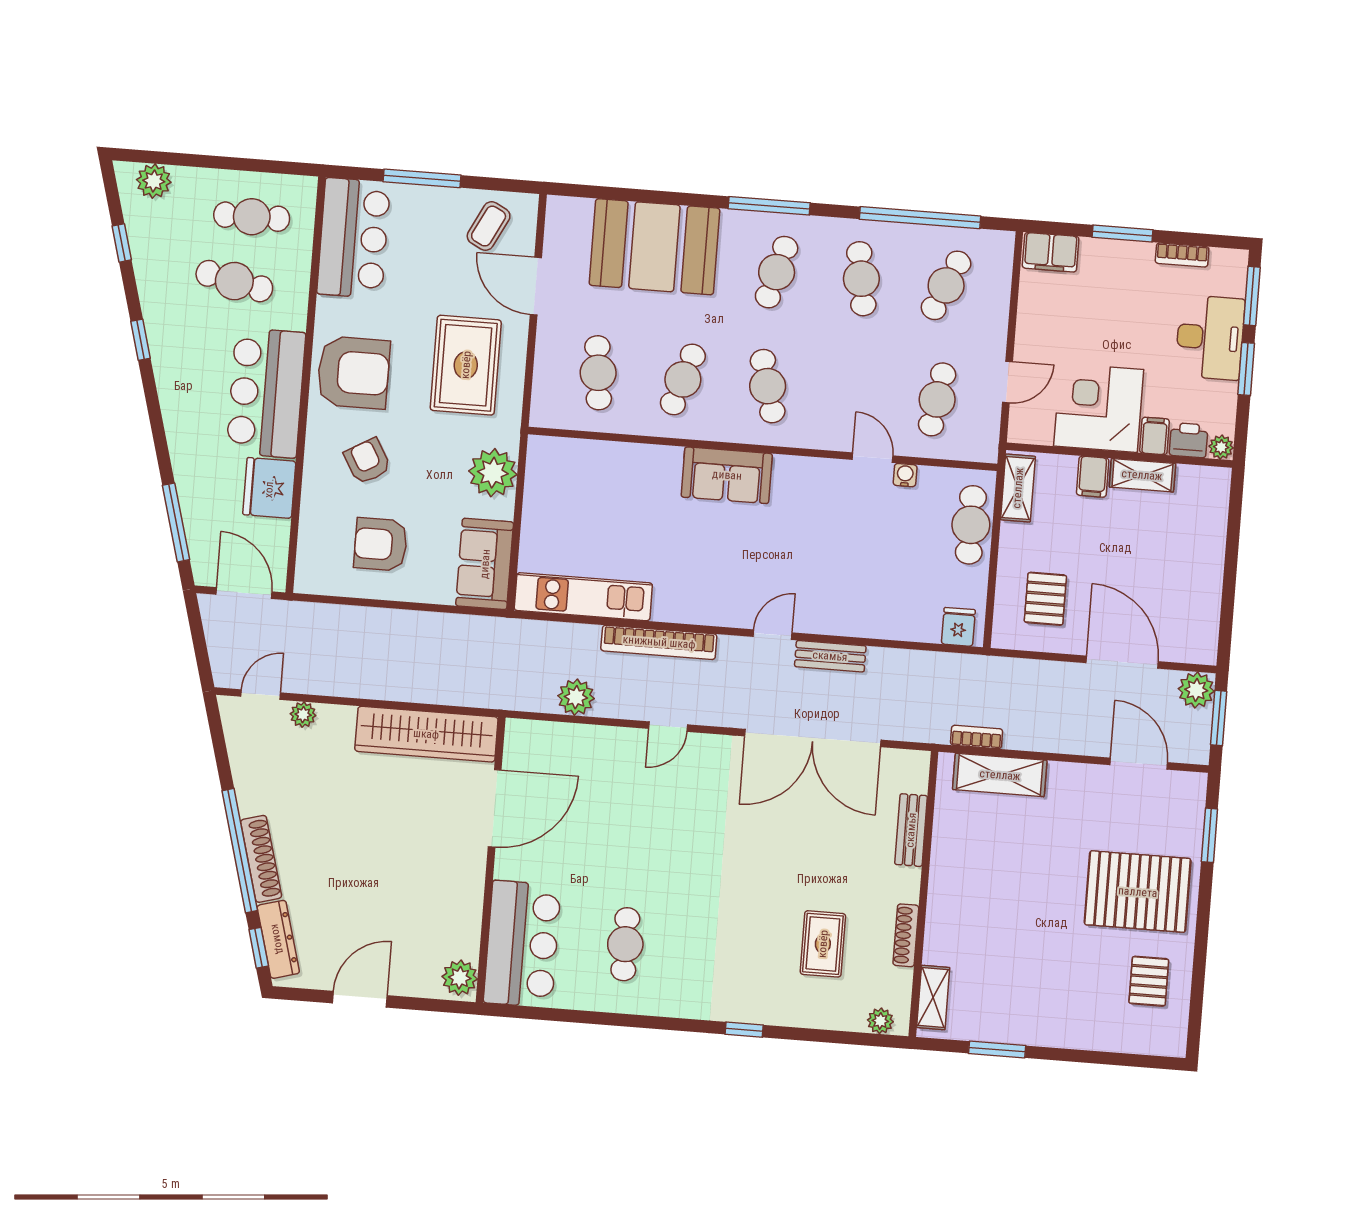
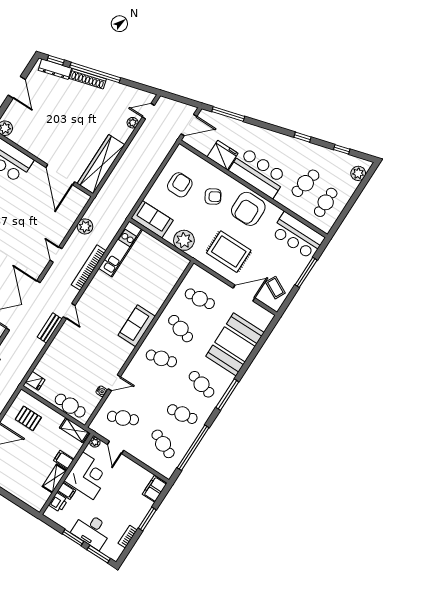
cafe table: (937, 399) -> (123, 418), turned -33
plant: (1221, 447) -> (95, 442), moved
door: (261, 695) -> (148, 111), swing flipped

